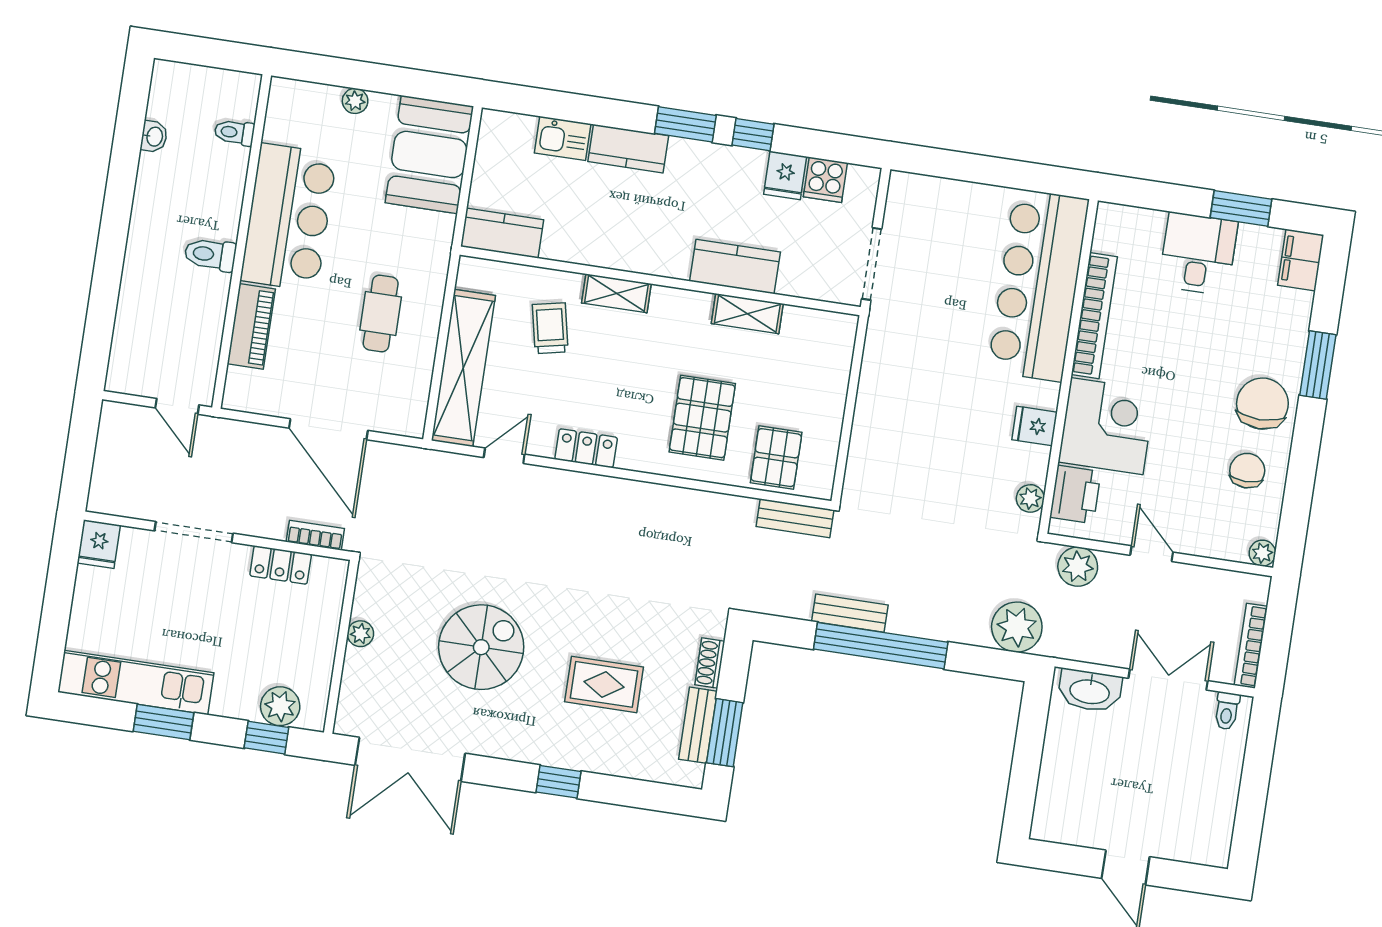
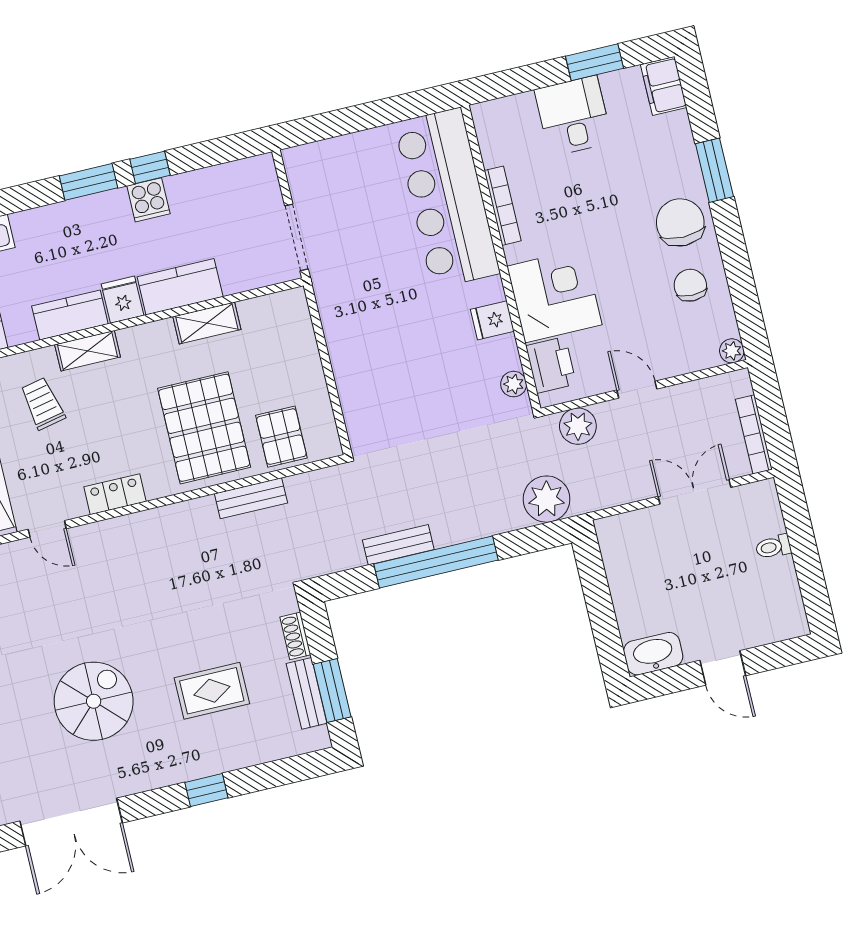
kitchen counter: (628, 149) -> (70, 315), moved, turned 180
fridge: (785, 175) -> (123, 300), moved, turned 180
cooker: (825, 180) -> (148, 200), moved
bookcase: (1094, 316) -> (503, 206), width x0.68, depth x0.76
pallet: (702, 418) -> (204, 428), width x1.37, depth x1.41
door: (504, 456) -> (47, 529), swing flipped
bench: (795, 518) -> (251, 498), moved
washbasin: (1090, 691) -> (653, 654), moved, turned 180
toilet: (1227, 711) -> (773, 547), moved, turned 90

